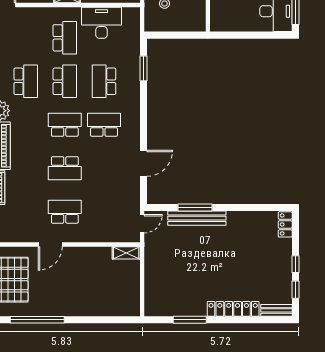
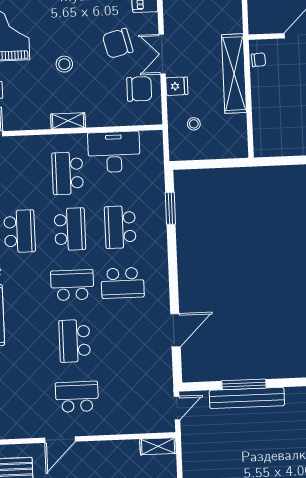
school desk: (65, 38) -> (68, 173), turned 180
school desk: (104, 125) -> (123, 283), turned 180
school desk: (65, 168) -> (75, 341), turned 90

